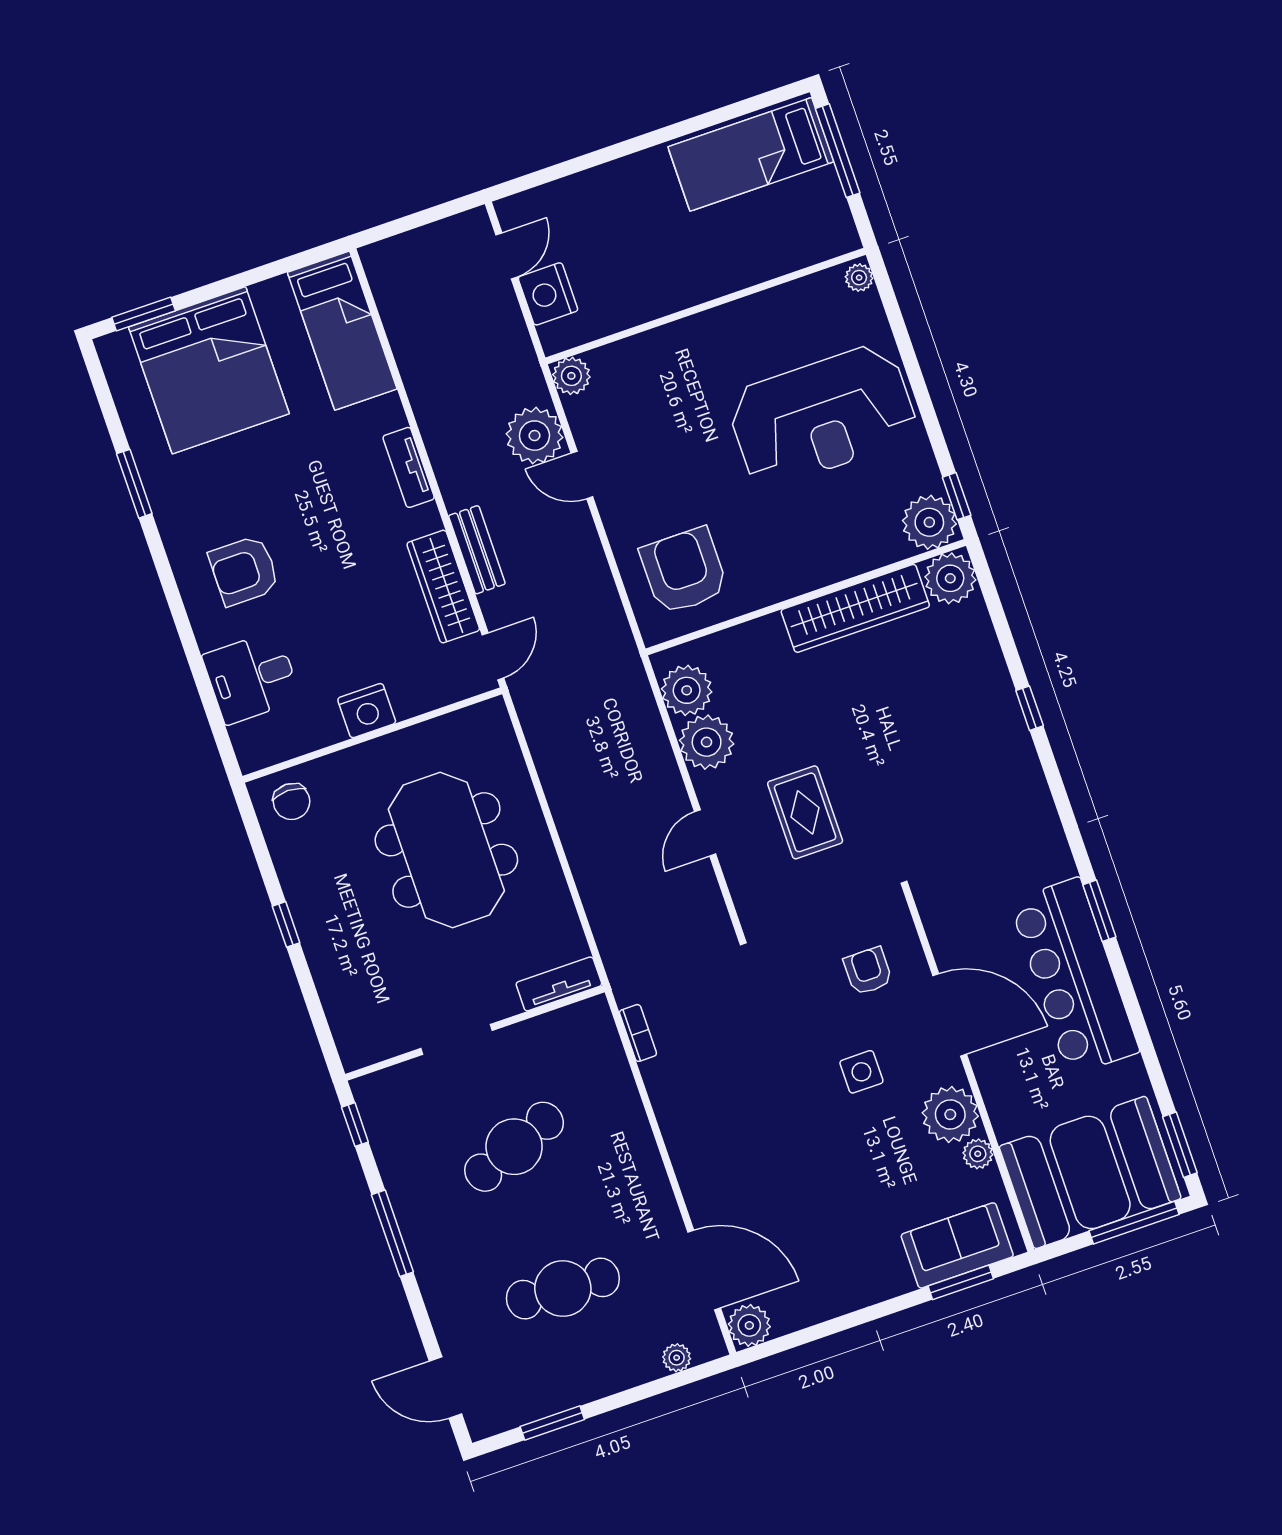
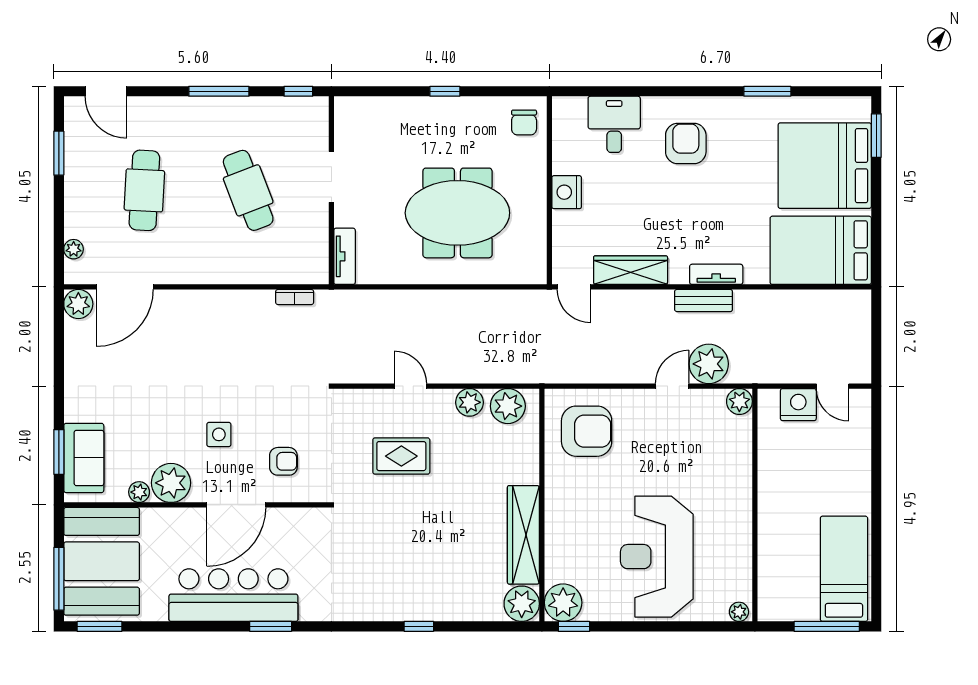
bed: (342, 331) -> (821, 250), width x1.50
bench: (477, 550) -> (704, 300), moved
plant: (707, 742) -> (469, 402), width x0.73, depth x0.73
chair: (292, 802) -> (524, 123), turned -90
door: (446, 1388) -> (106, 91), swing flipped

